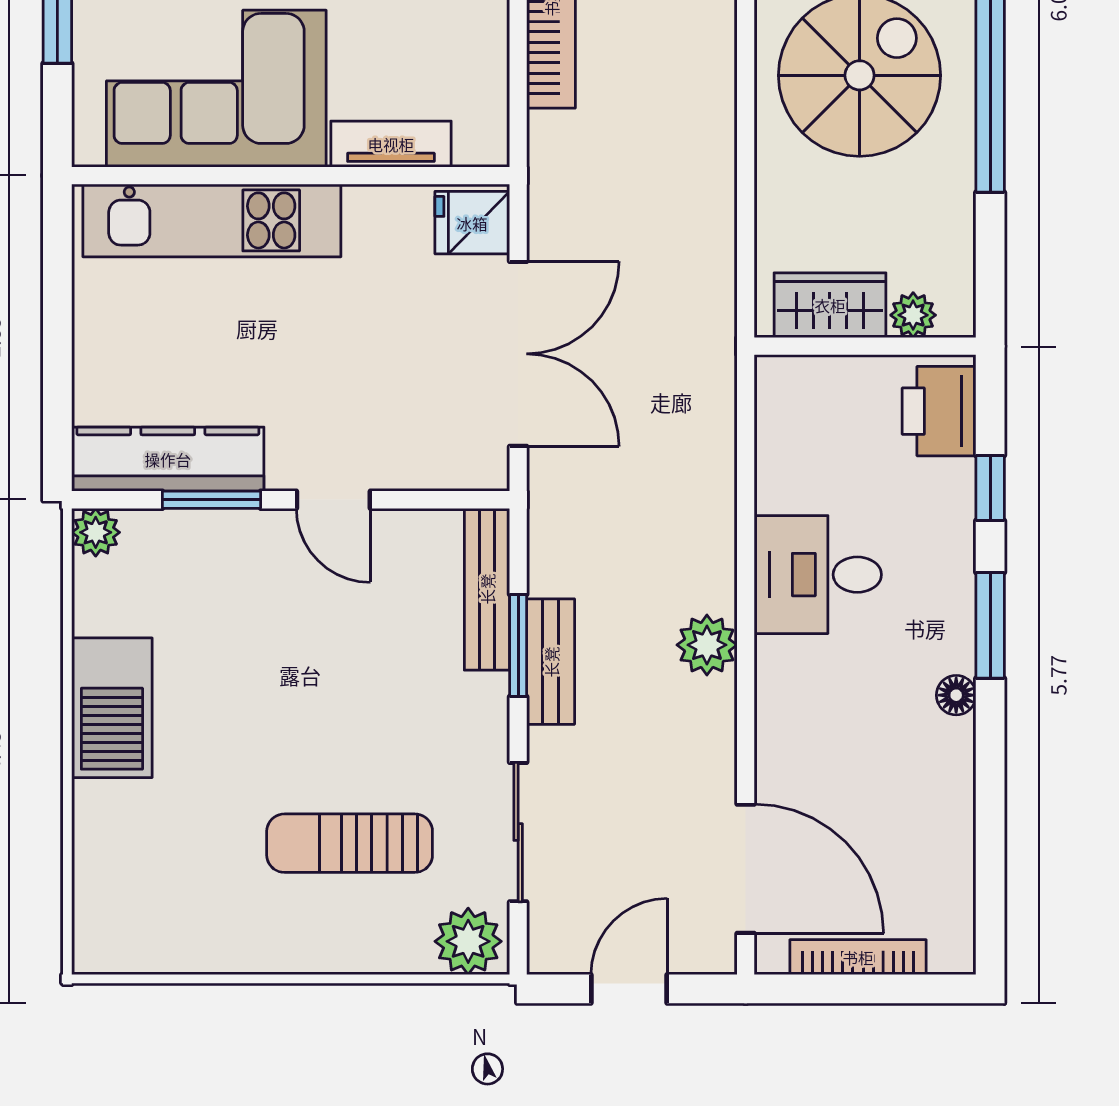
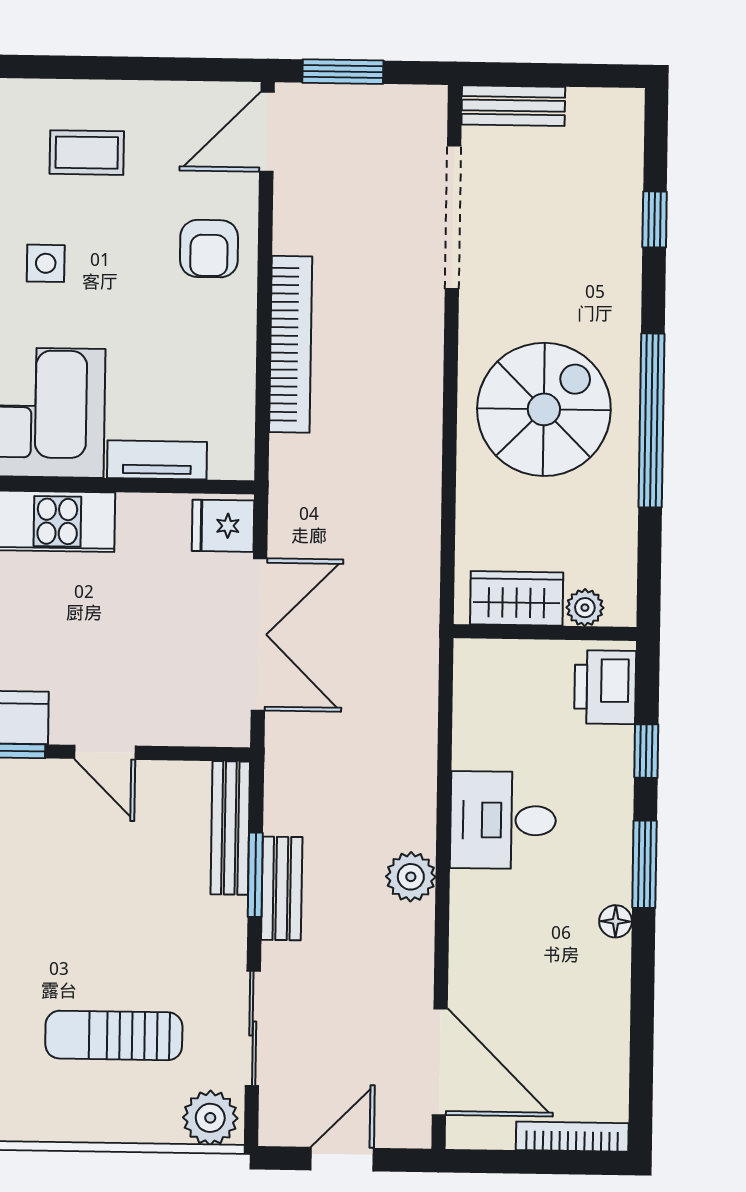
bookcase: (858, 957) -> (572, 1137), moved

